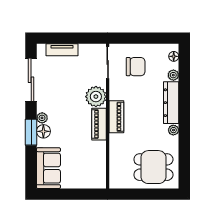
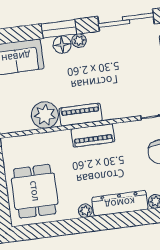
plant: (96, 97) -> (45, 115), moved

